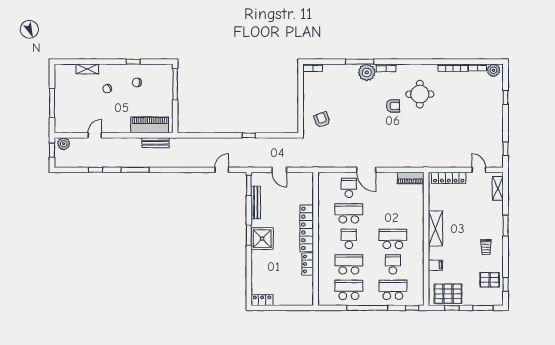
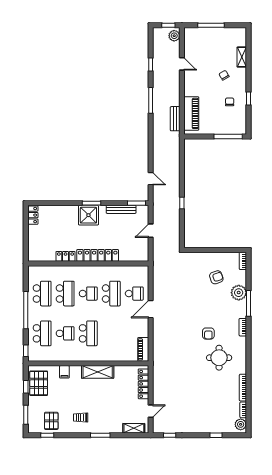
plant: (367, 72) -> (239, 293), moved
armchair: (322, 120) -> (216, 277), moved

